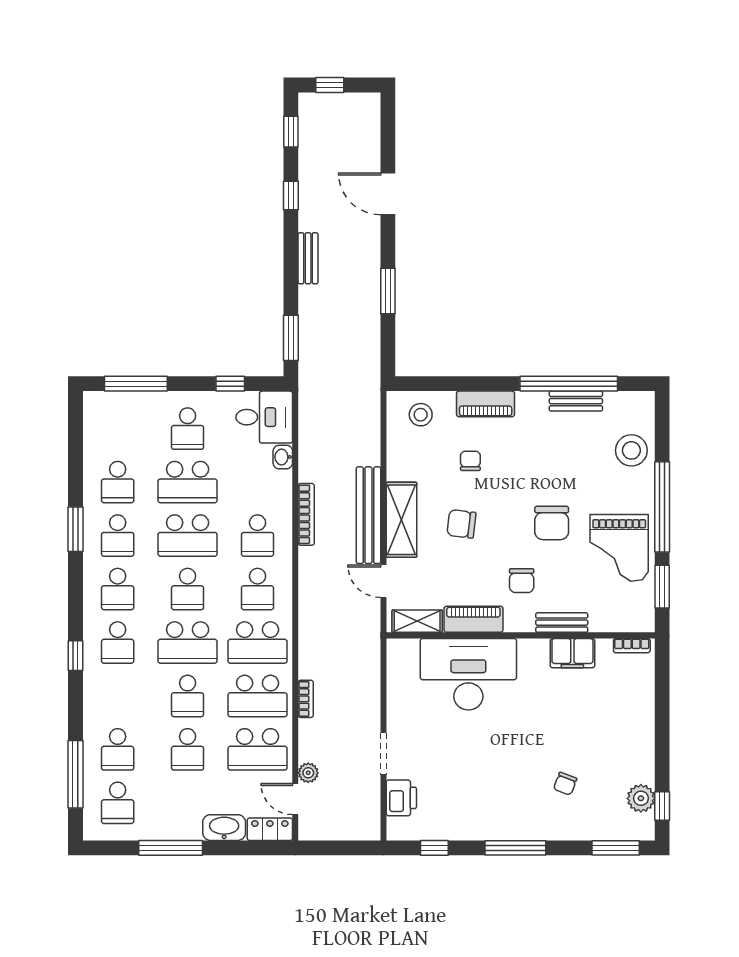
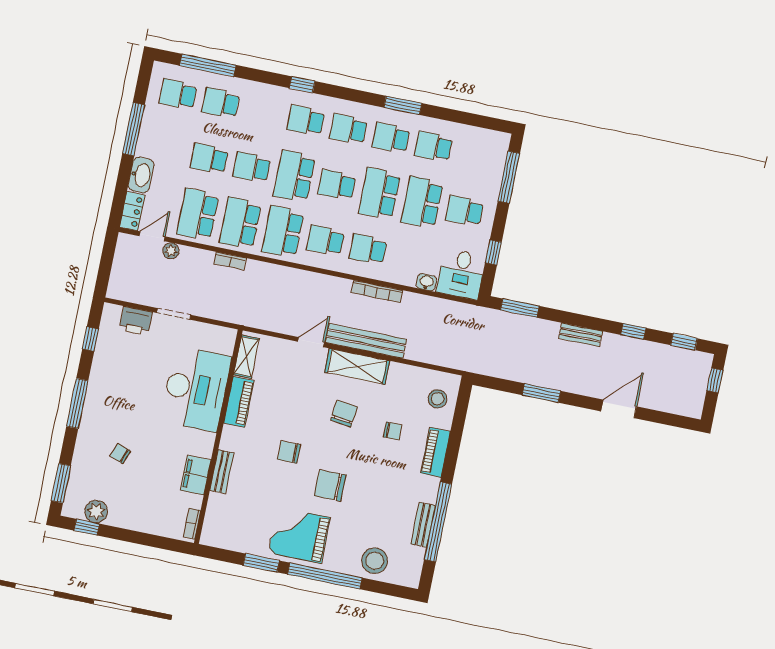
piano: (473, 619) -> (239, 402), moved
shelving: (417, 621) -> (246, 357), moved
bench: (562, 623) -> (222, 472), moved
wall: (521, 635) -> (218, 437), moved
bookcase: (632, 646) -> (192, 524), moved
filing cabinet: (572, 653) -> (196, 475), moved
desk: (468, 674) -> (196, 389), moved

